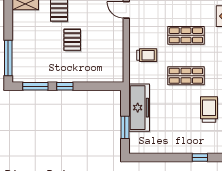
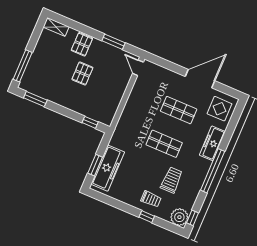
trolley: (147, 55) -> (151, 199), moved
window: (65, 86) -> (90, 122), moved
freezer: (139, 108) -> (108, 168), moved

